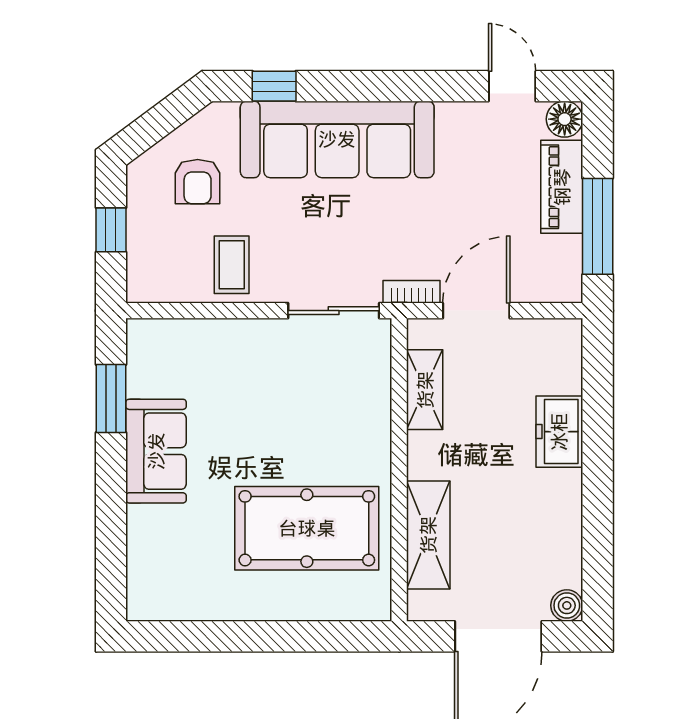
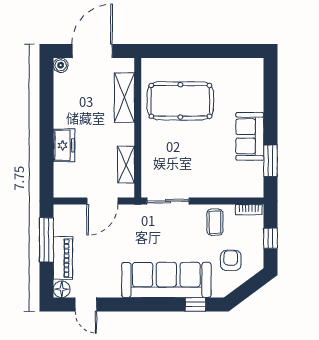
bookcase: (412, 292) -> (249, 210), moved

